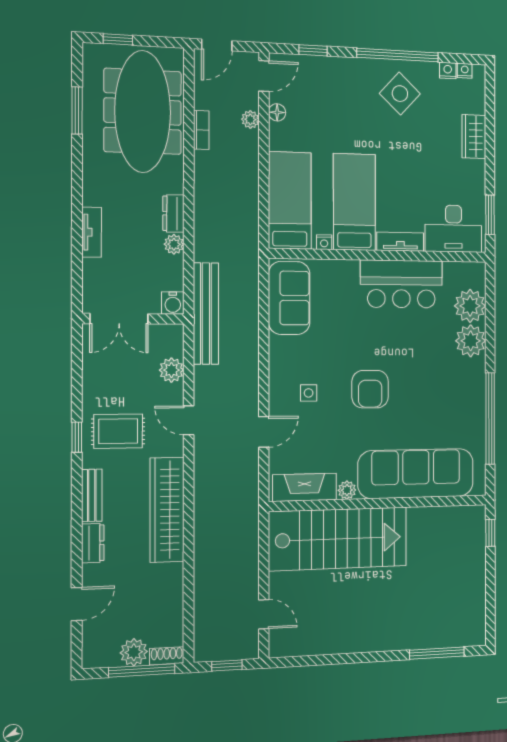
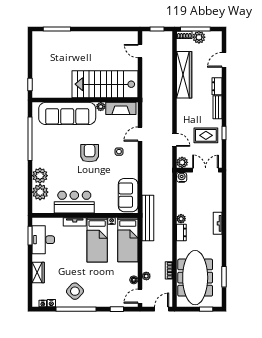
desk: (453, 229) -> (43, 240), moved, turned -90
water cooler: (173, 303) -> (182, 177), moved
bench: (206, 314) -> (148, 218), moved
double door: (119, 319) -> (206, 170), moved
wall: (133, 319) -> (199, 170), moved
wardrobe: (167, 510) -> (184, 75), moved

